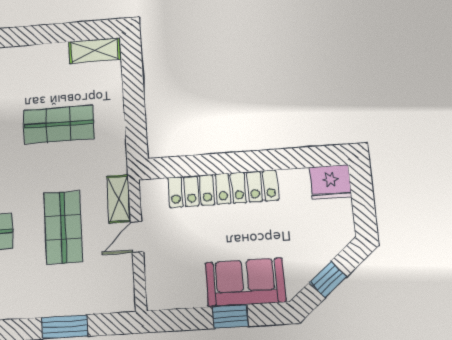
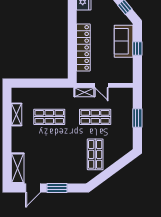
shelving: (95, 50) -> (17, 114), moved
shop shelf: (59, 124) -> (49, 117), turned 90

